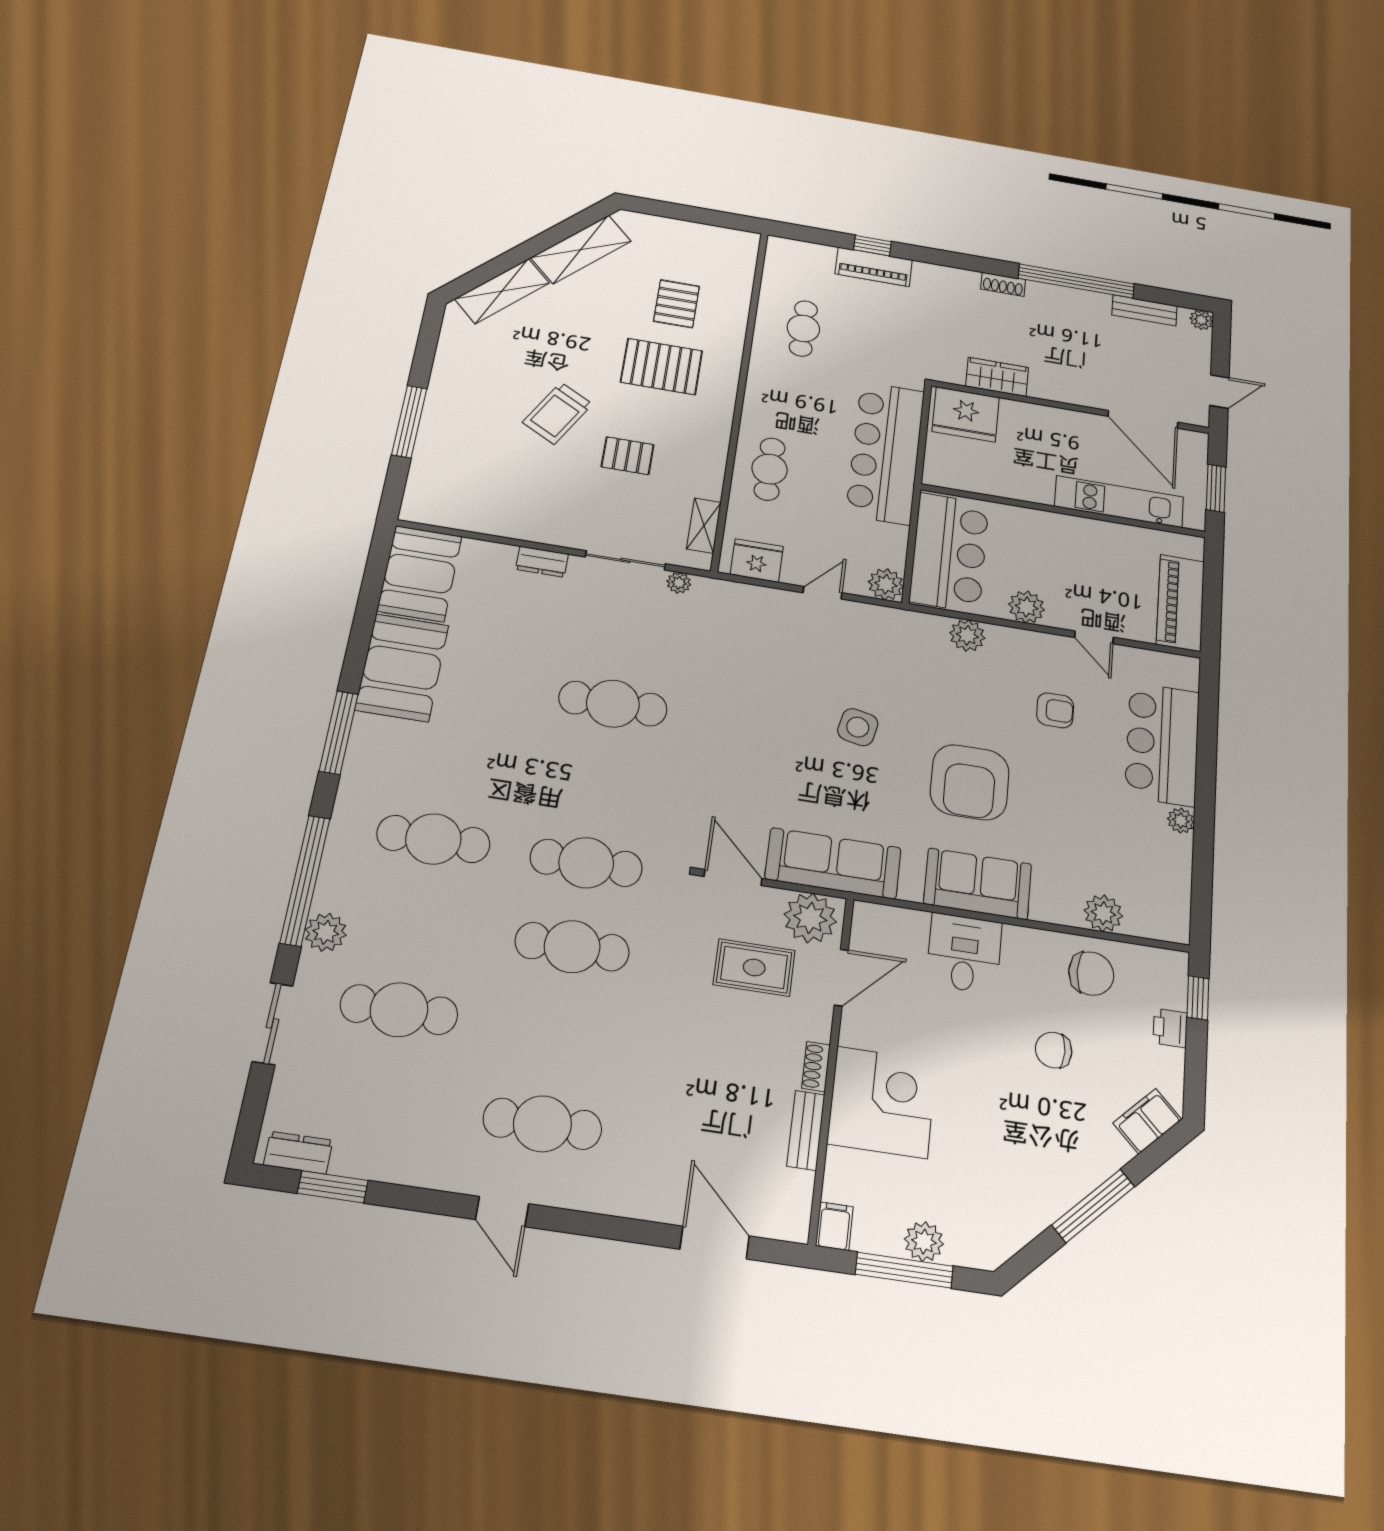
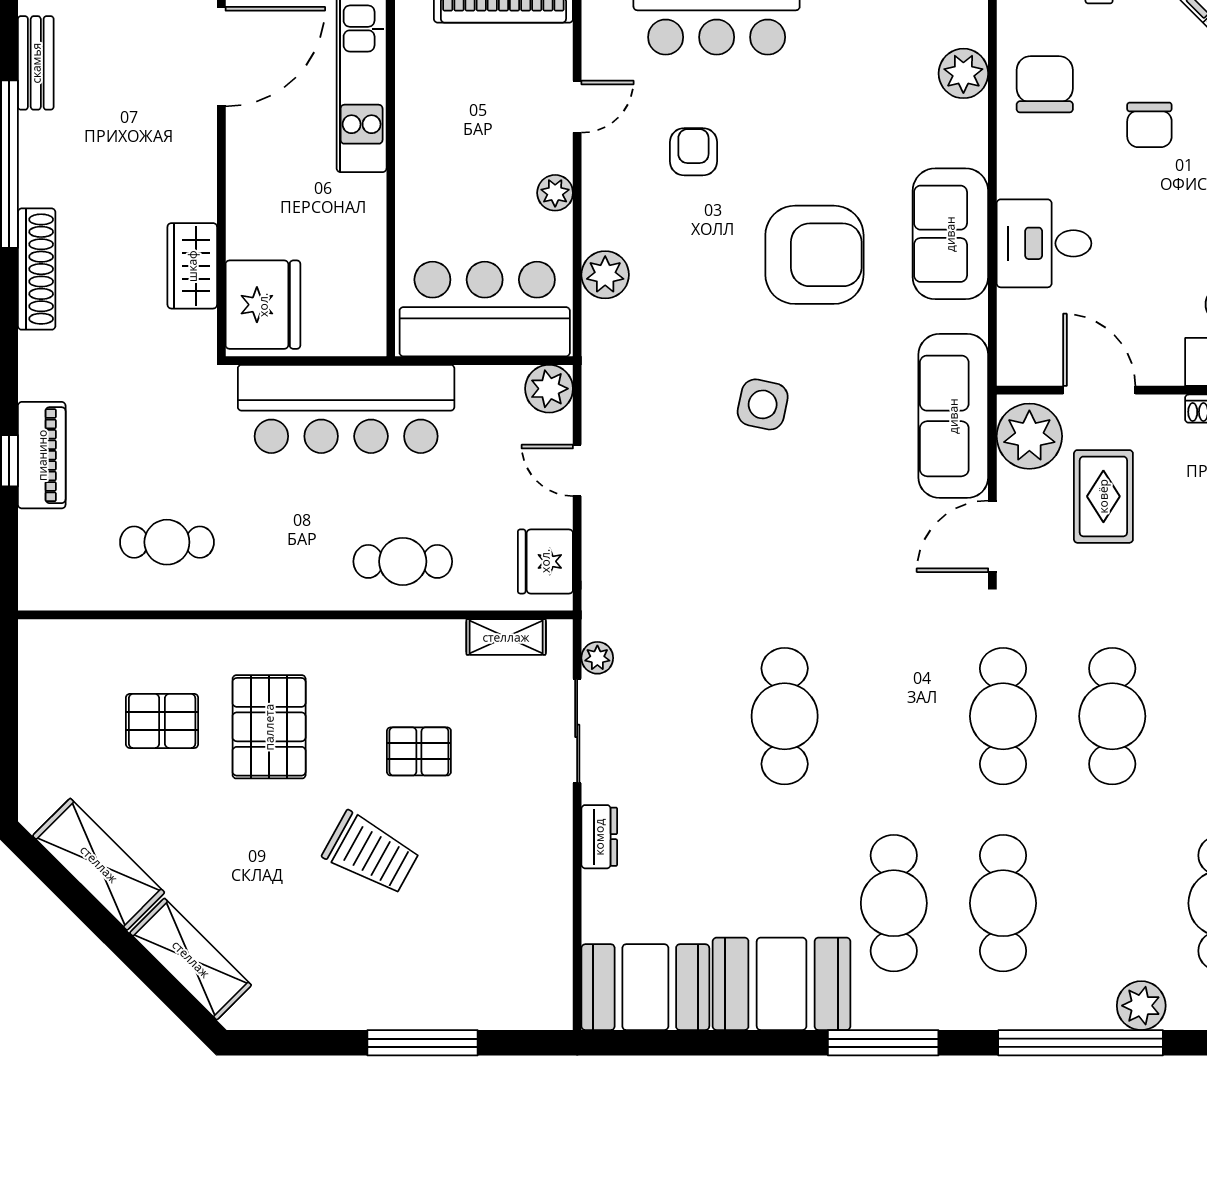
shoe rack: (1003, 284) -> (37, 269), width x1.94, depth x1.24
pallet: (628, 456) -> (419, 751), turned 90
plant: (1027, 607) -> (555, 193), width x0.73, depth x0.73
cafe table: (450, 758) -> (894, 903), added

